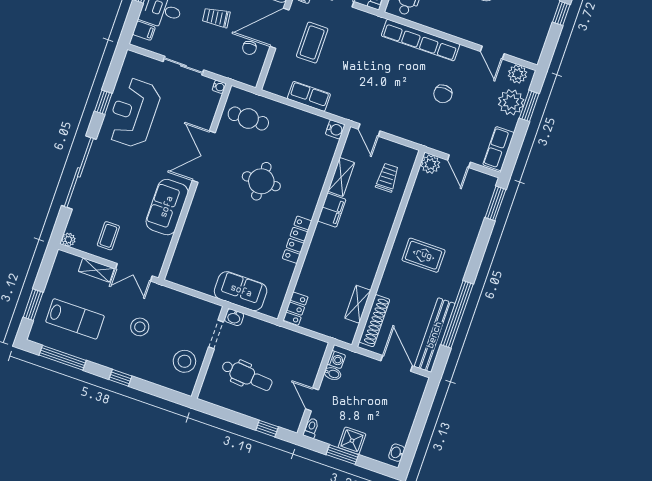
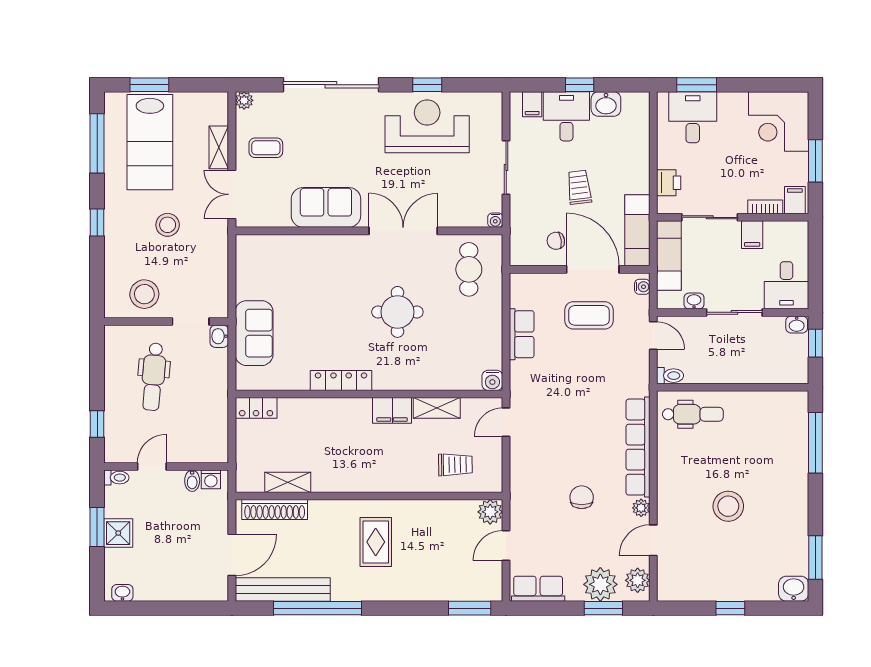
plant: (466, 53) -> (641, 508), added
chair: (443, 94) -> (582, 497), turned 90
lab bench: (75, 319) -> (150, 142), width x1.36, depth x1.39

